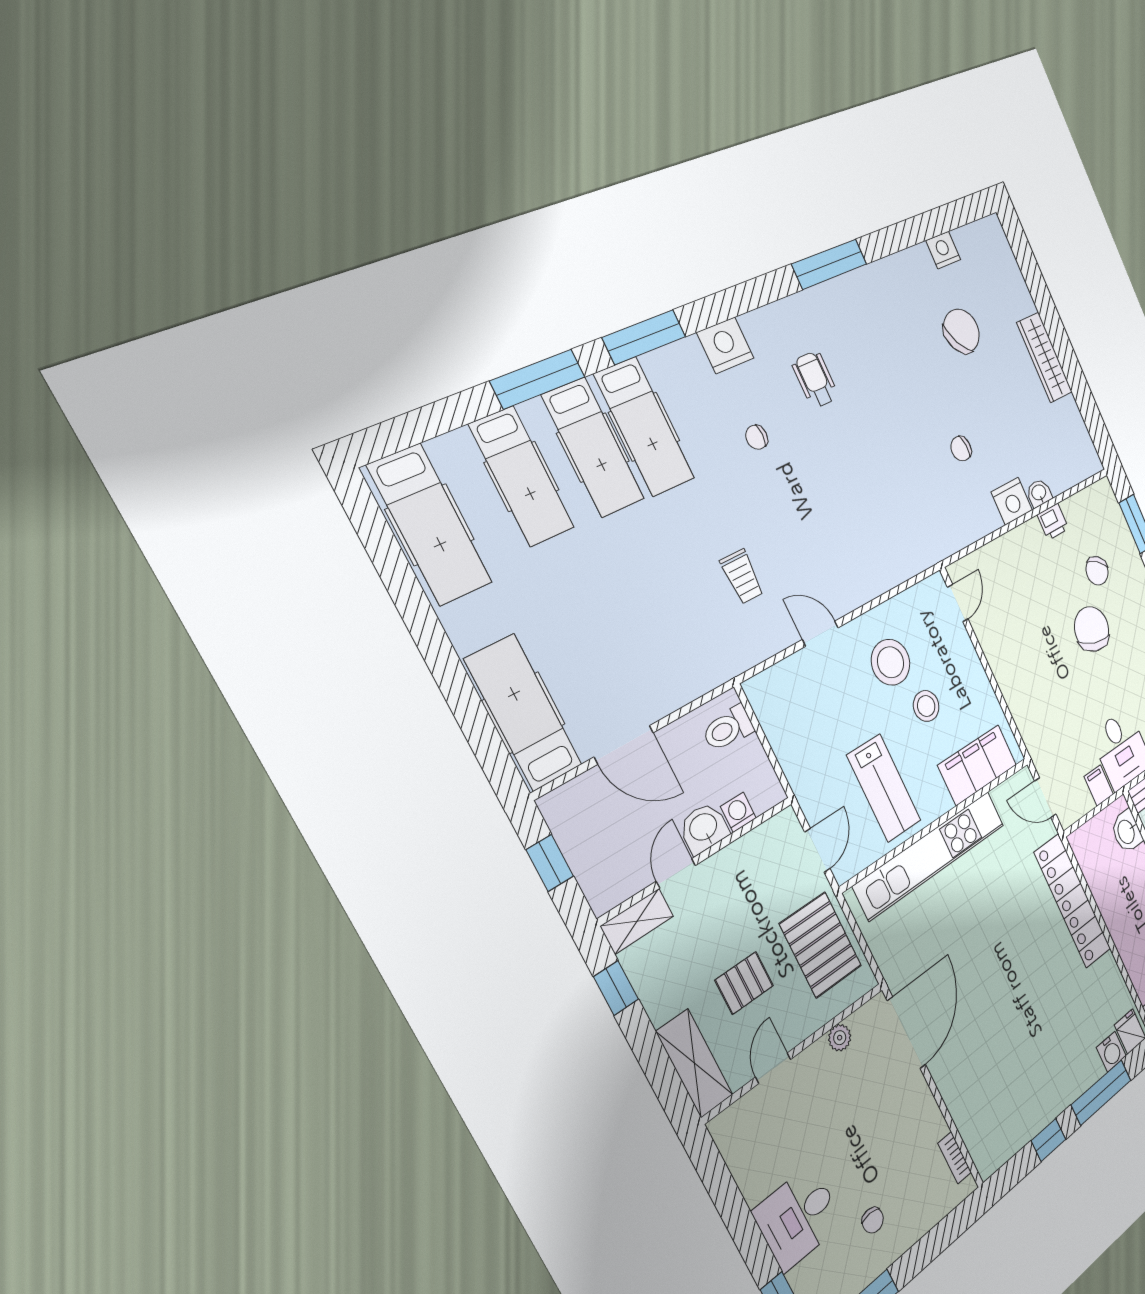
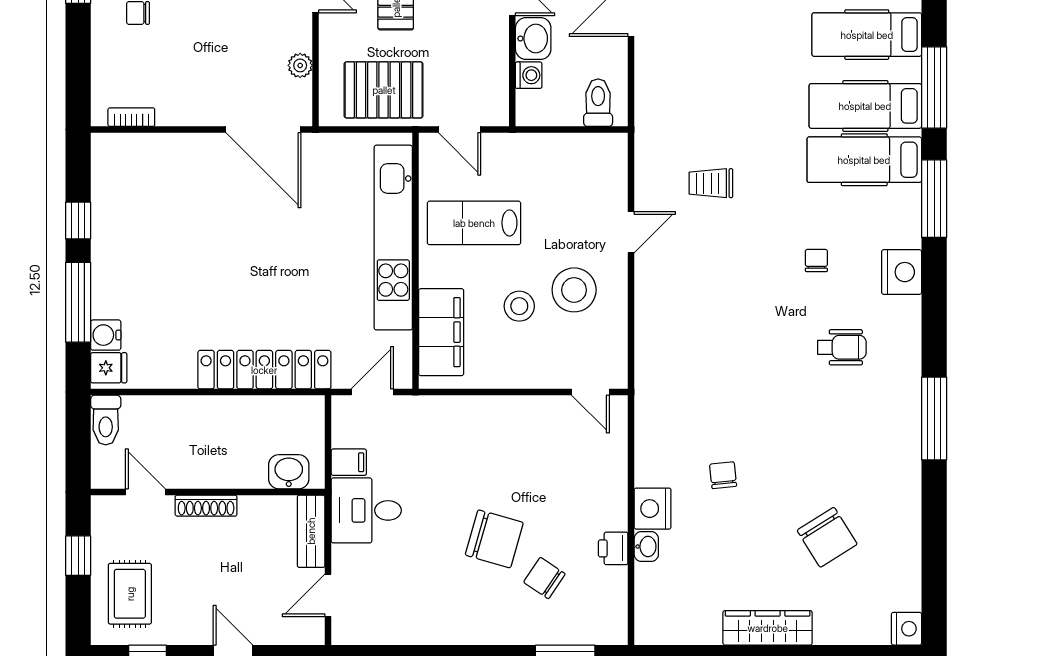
nightstand: (943, 250) -> (907, 629), moved

